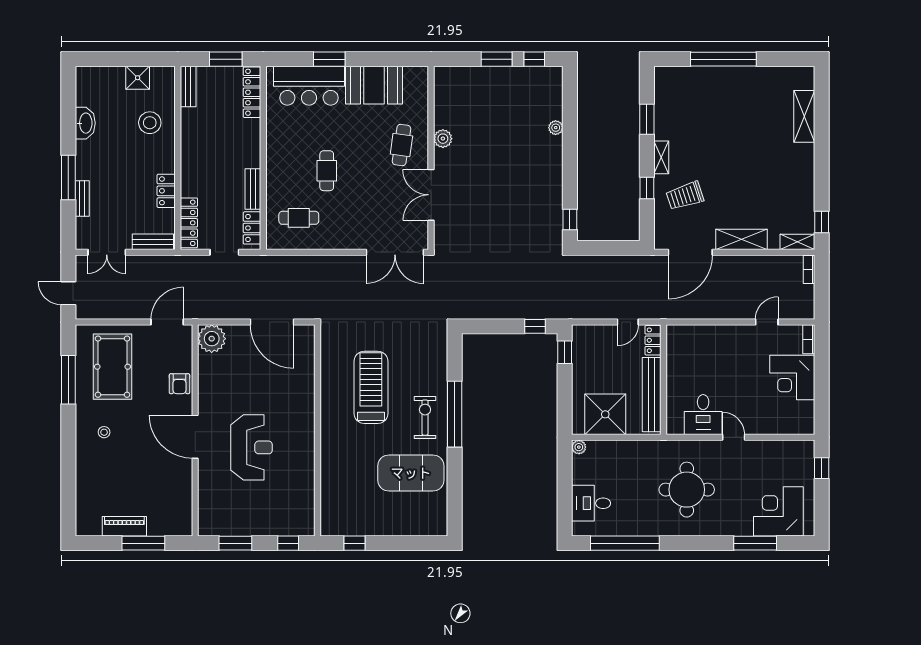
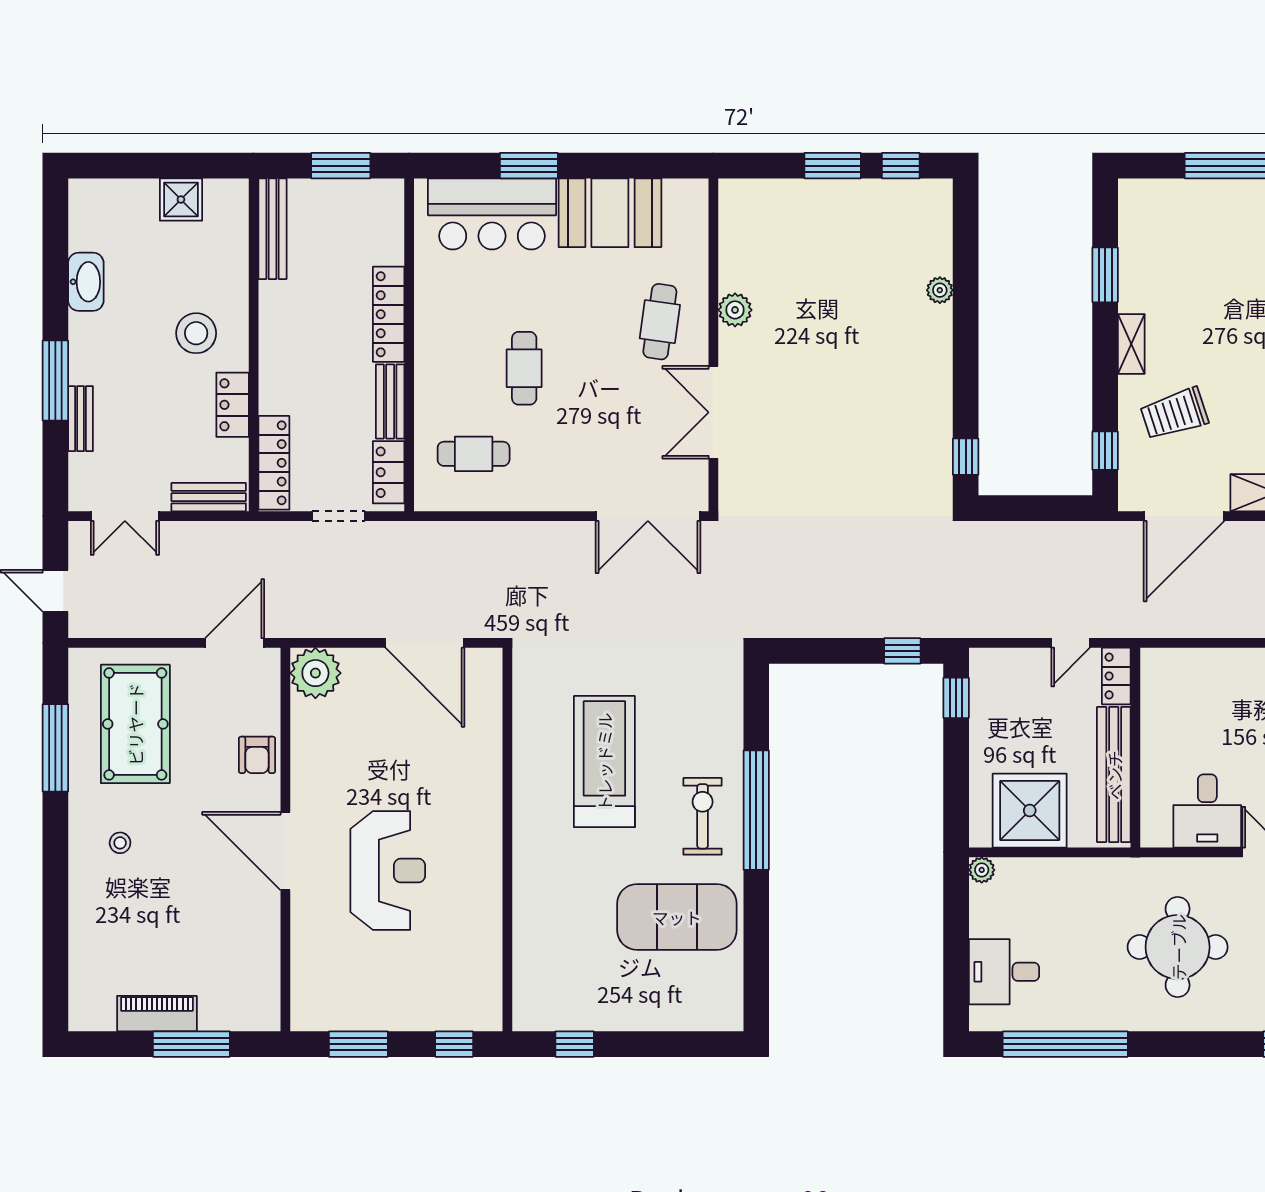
bench: (188, 86) -> (272, 229), width x1.36
locker: (252, 92) -> (389, 314), moved
stool: (150, 123) -> (196, 333), moved
window: (647, 188) -> (1105, 451), moved

